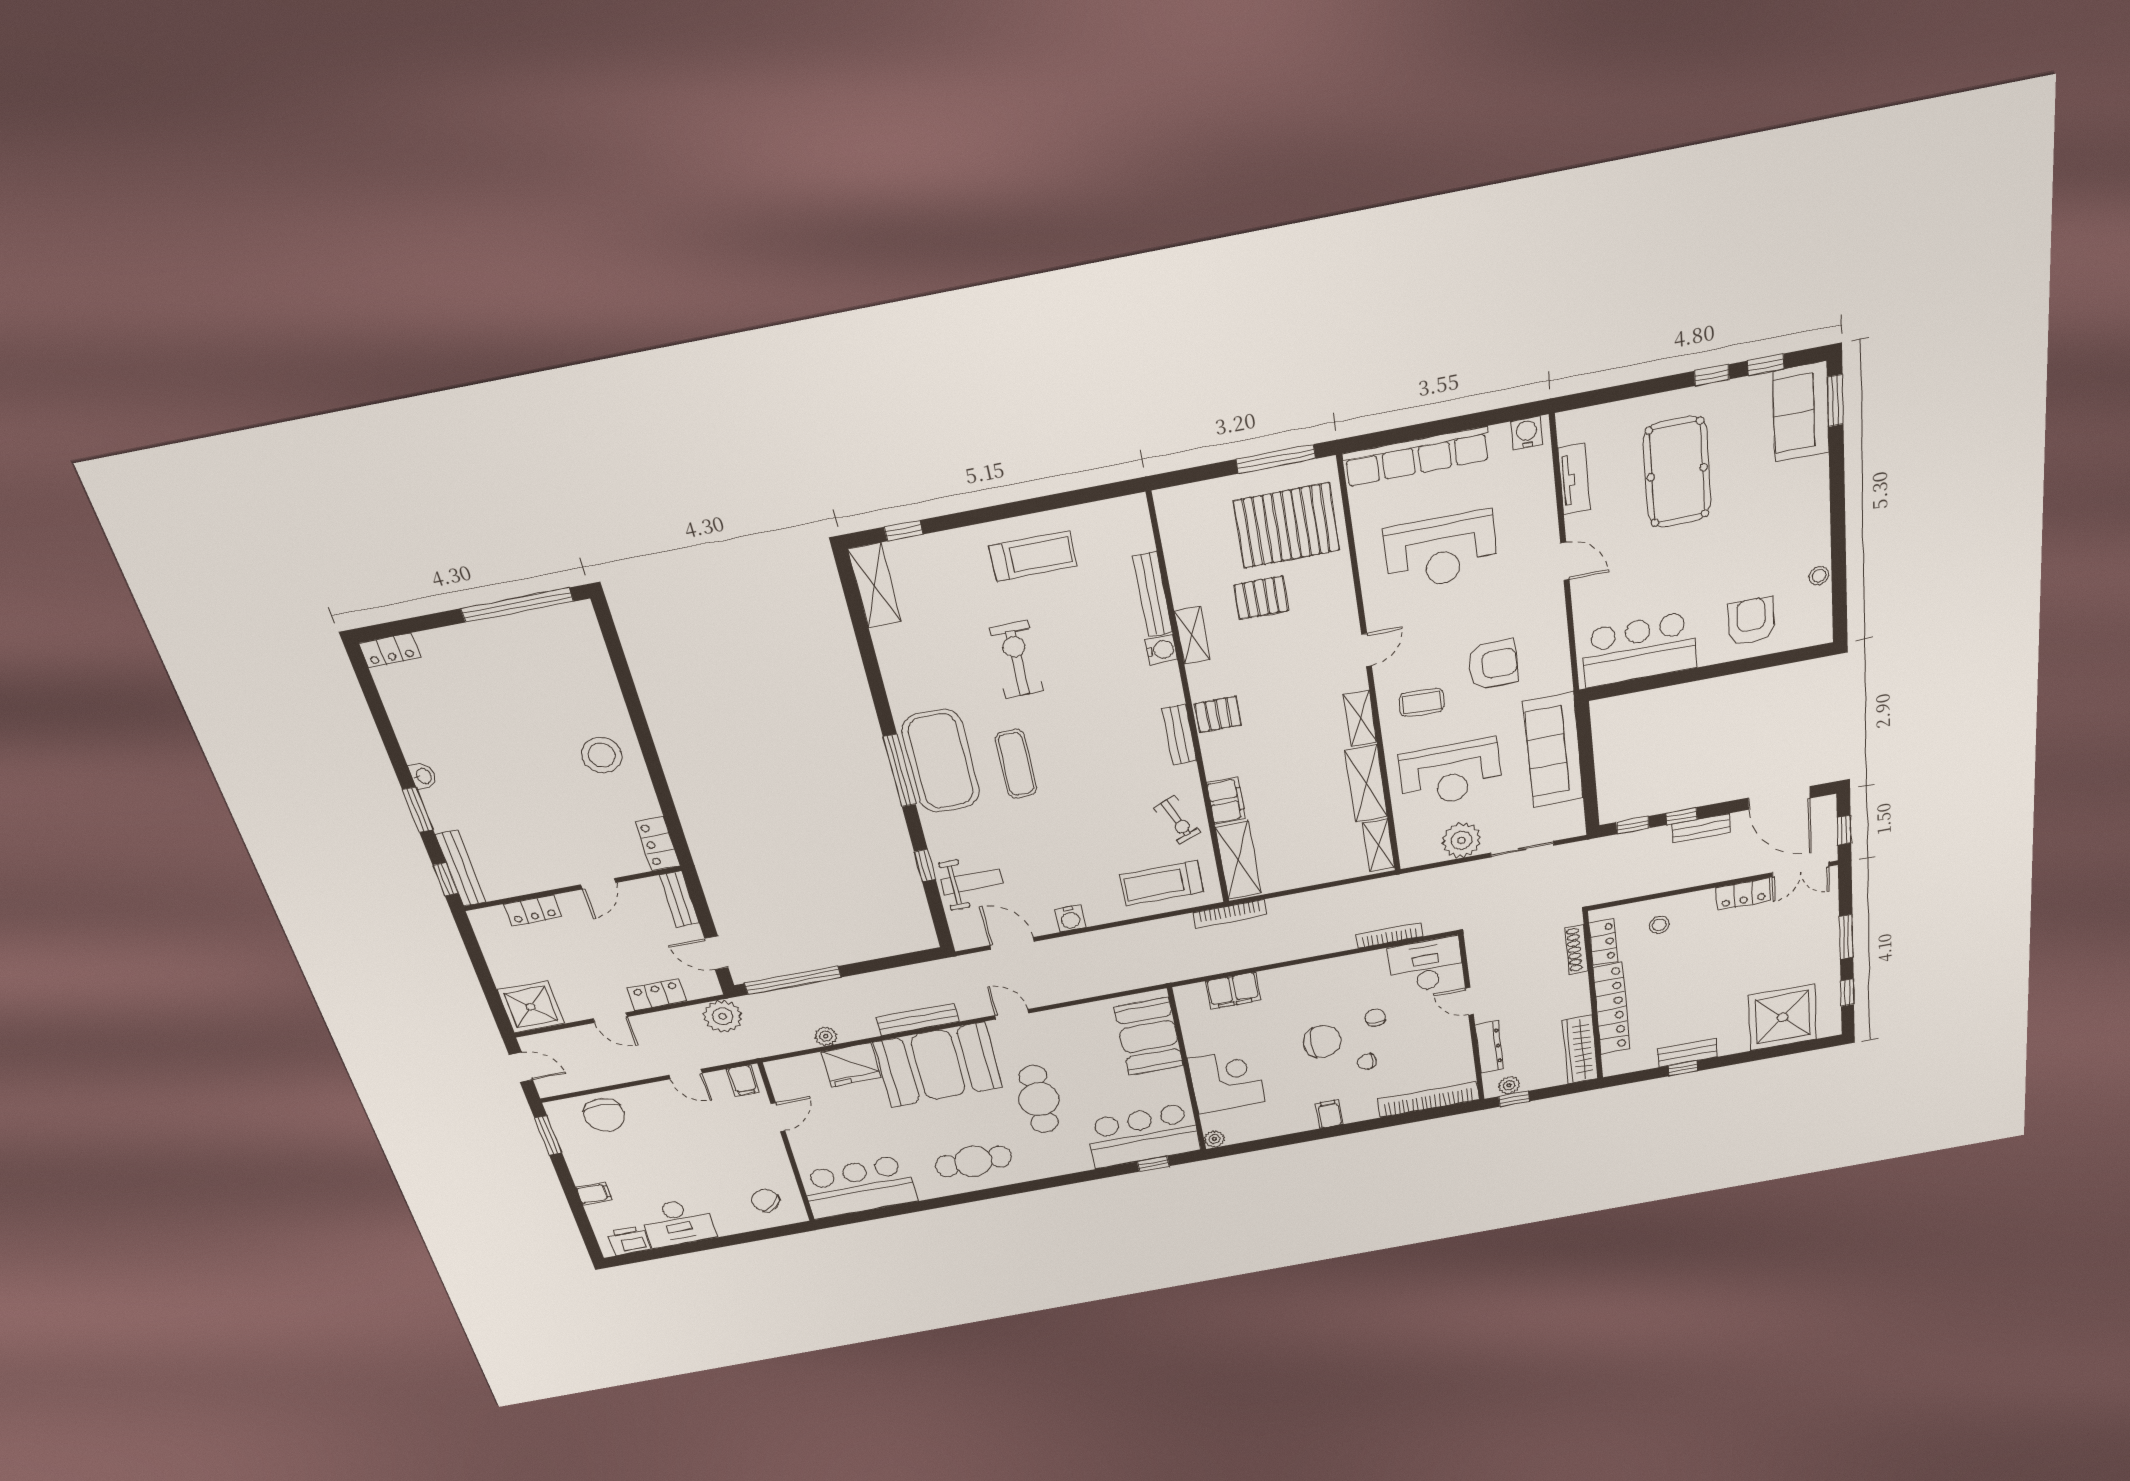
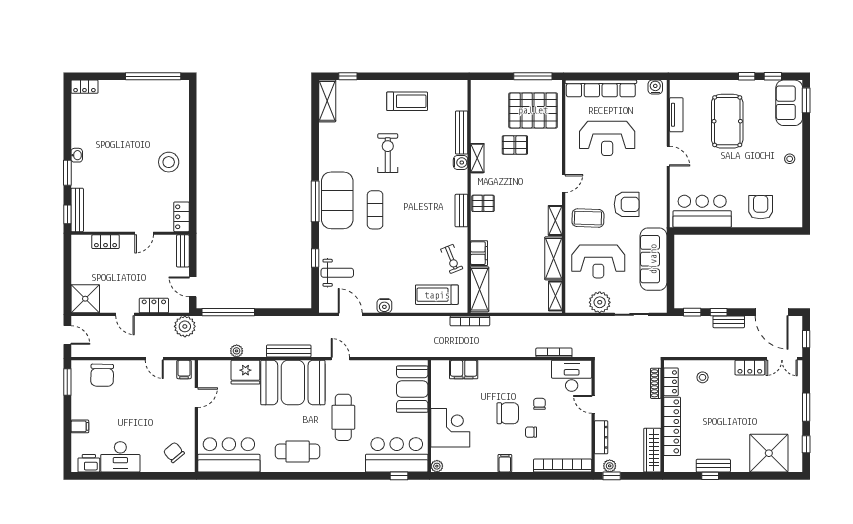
stool: (1819, 576) -> (790, 159), moved
coffee table: (1422, 703) -> (588, 218), width x1.36, depth x1.30

